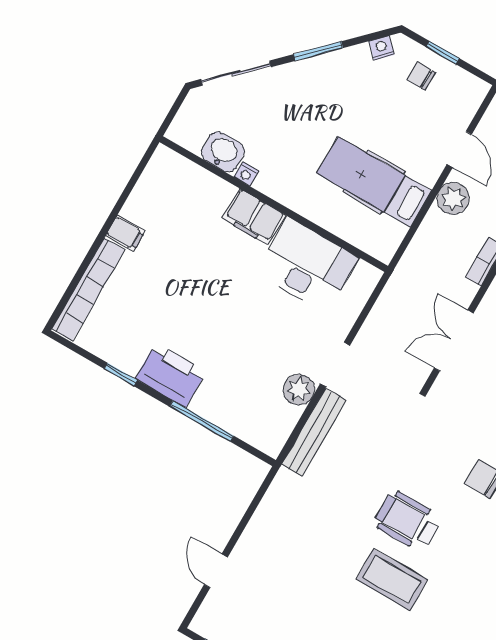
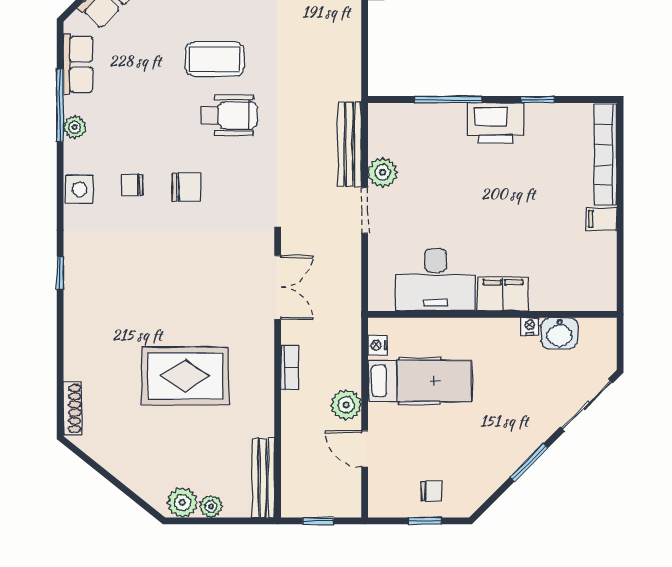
nightstand: (382, 48) -> (377, 345), moved, turned 135

